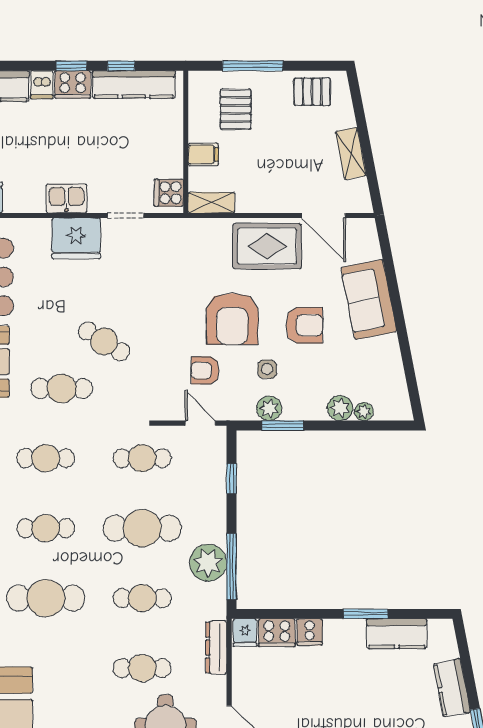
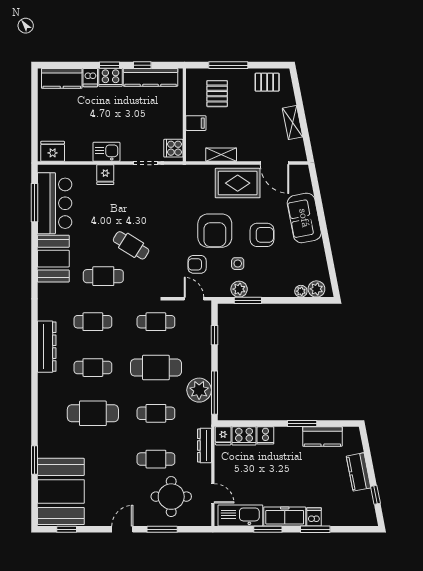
shelving: (211, 203) -> (221, 155), moved
fridge: (76, 238) -> (105, 175), width x0.53, depth x0.75
plant: (340, 408) -> (316, 289), moved

